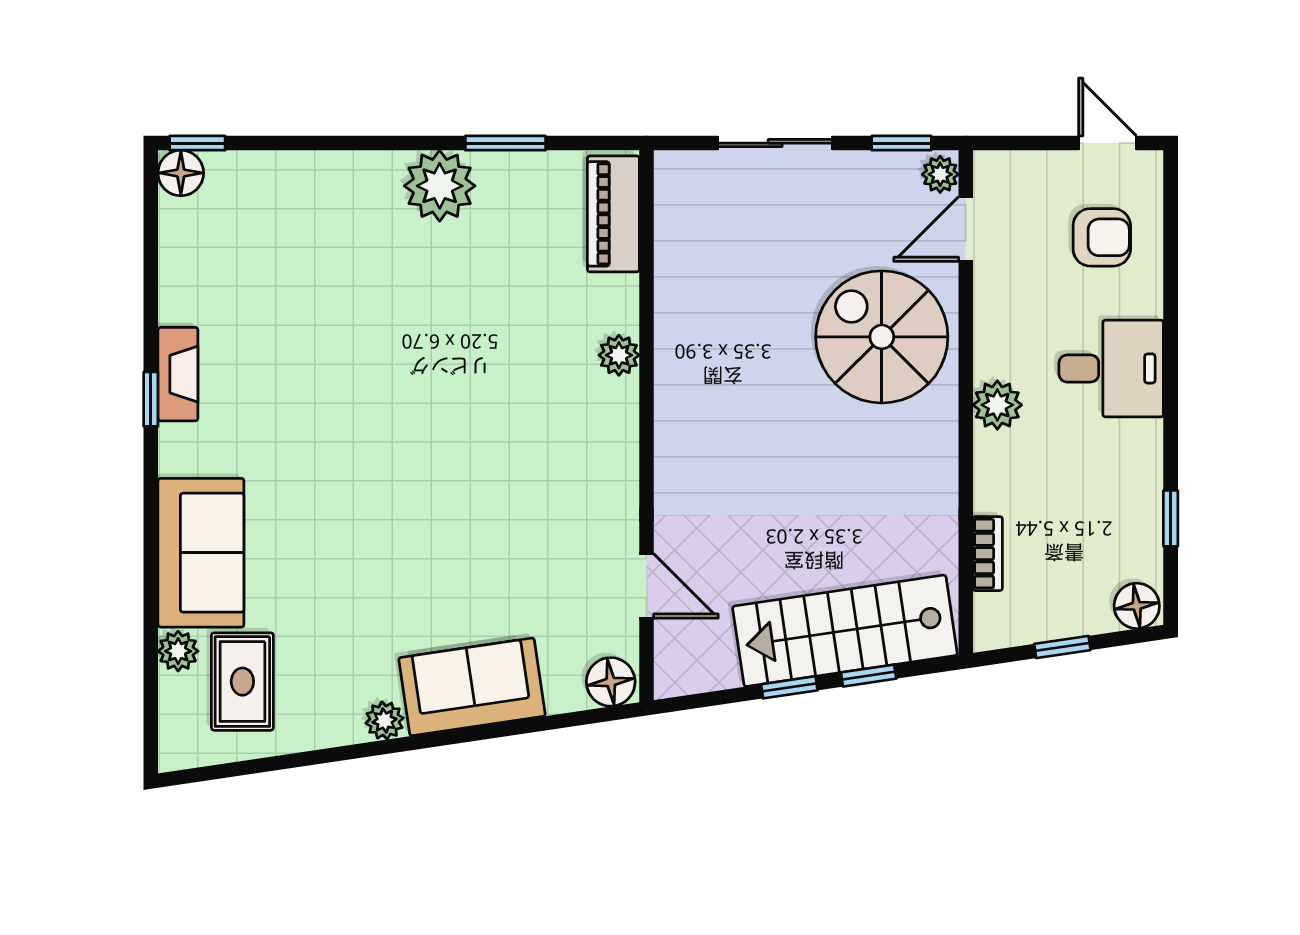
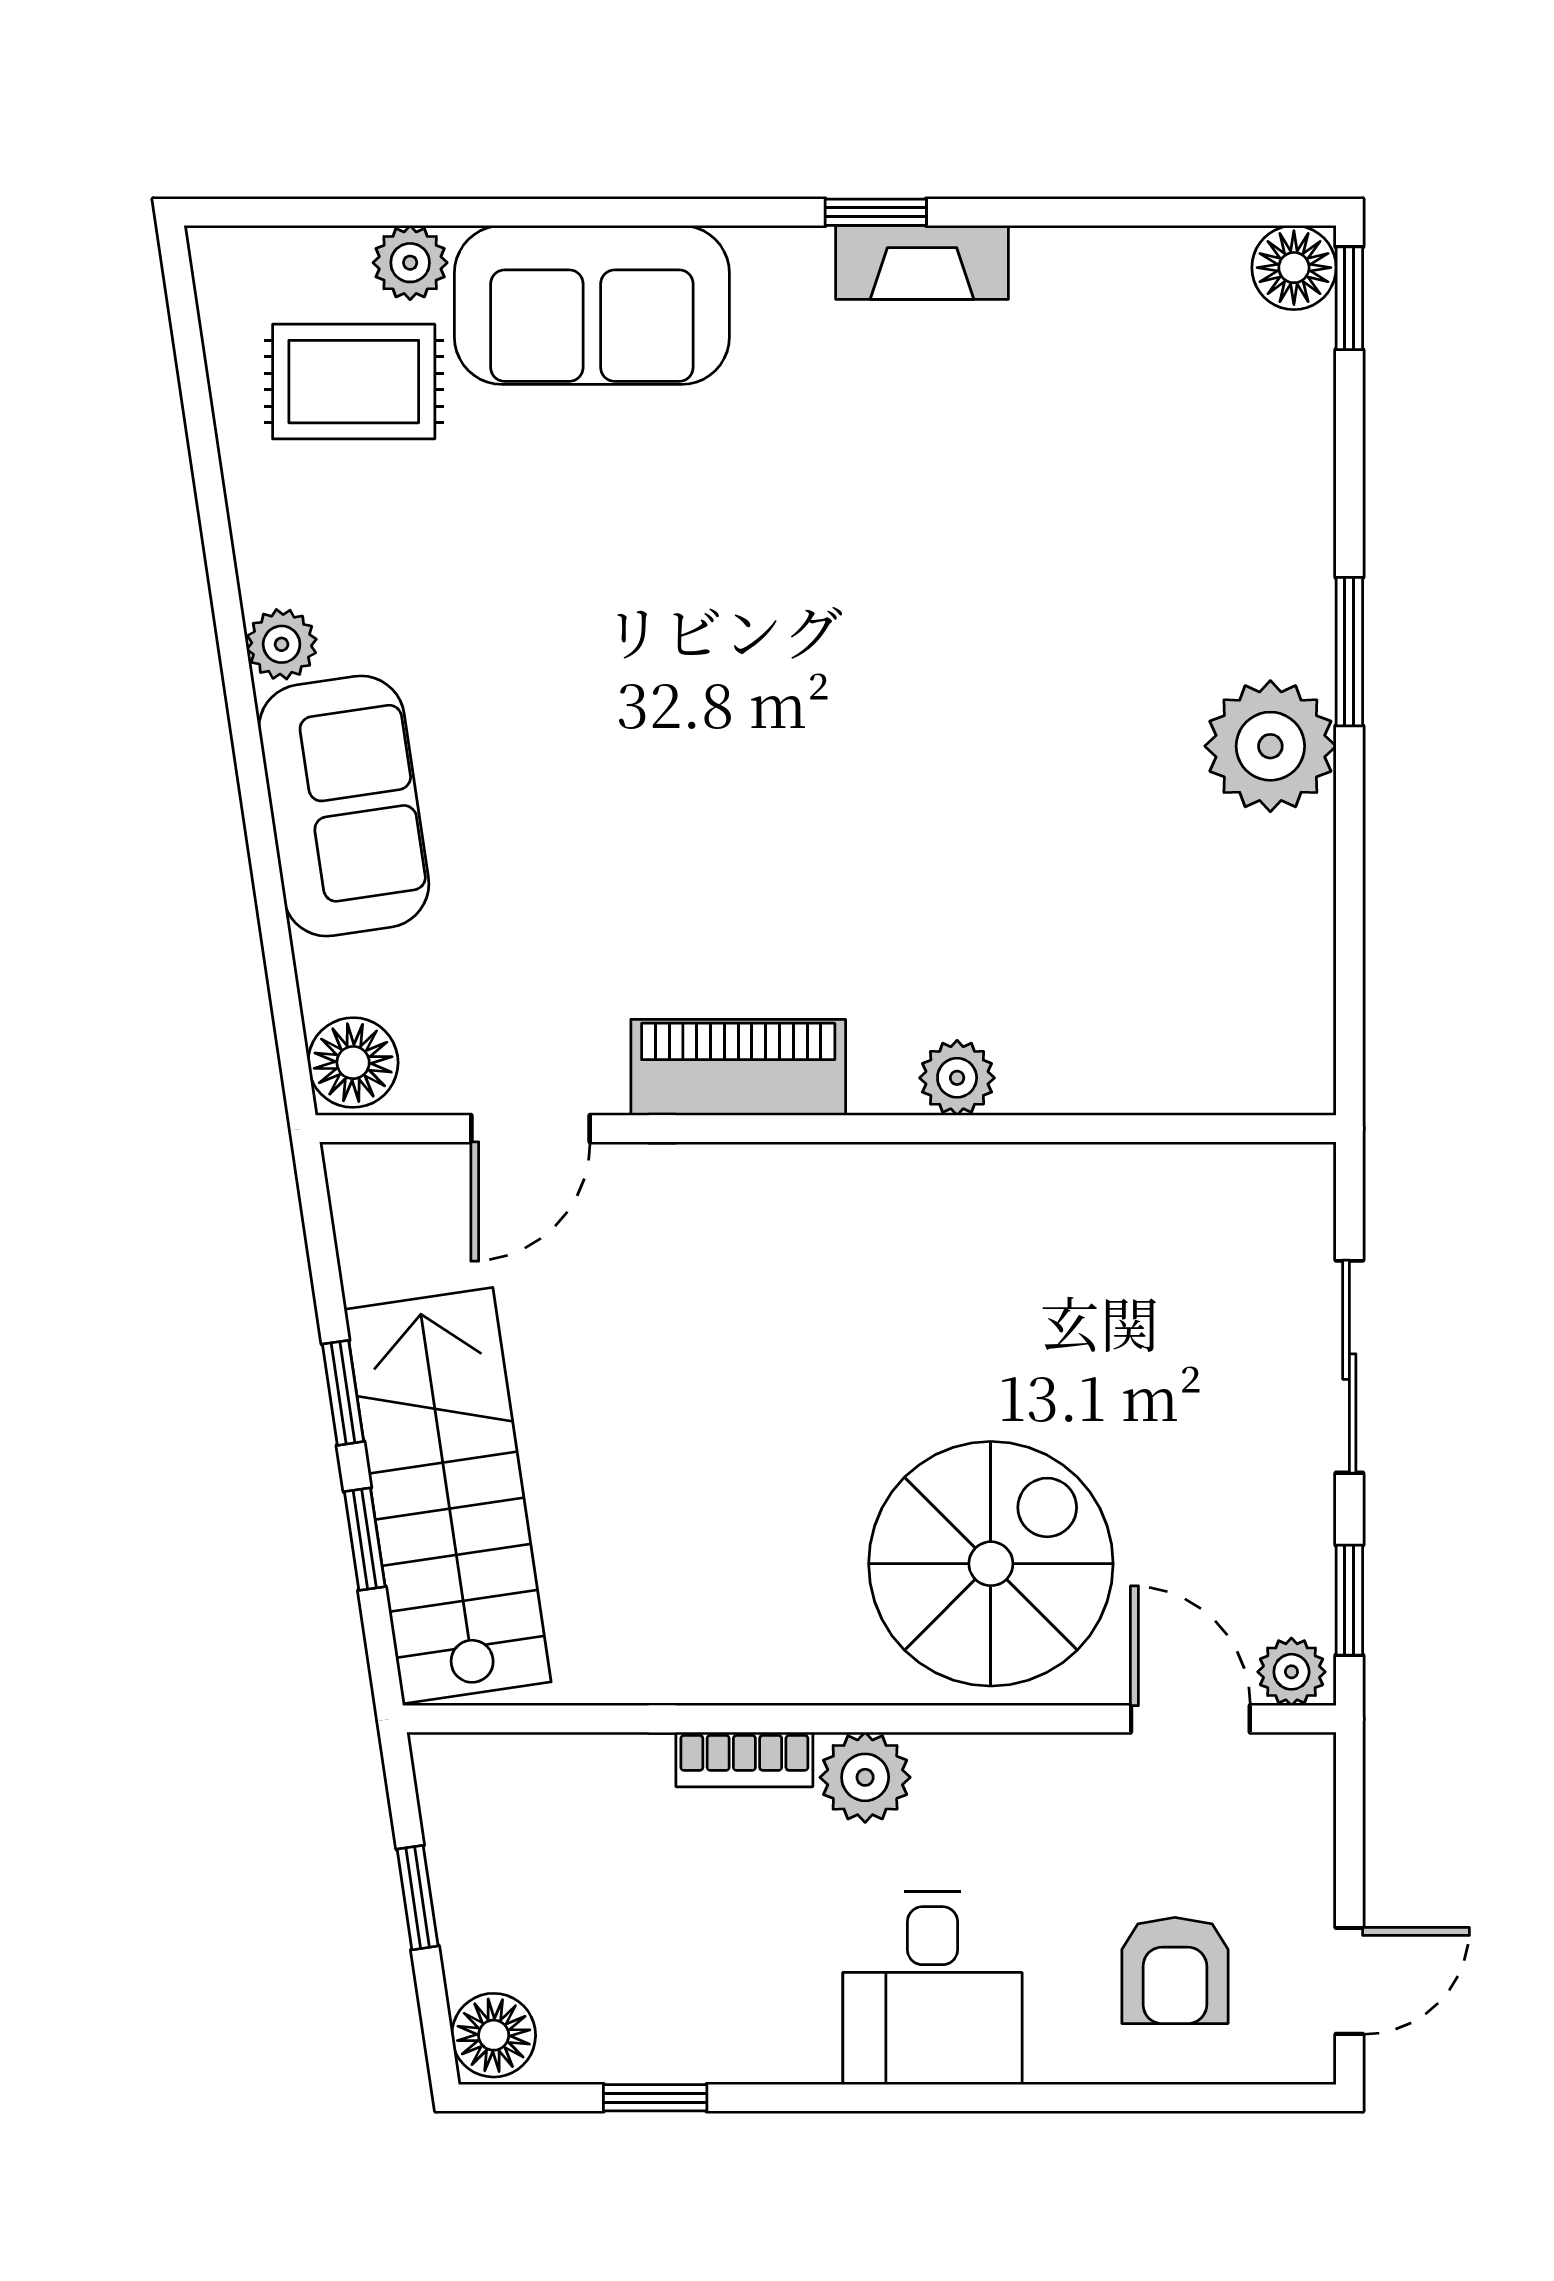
window: (505, 143) -> (1349, 652), moved
piano: (613, 214) -> (738, 1067), moved
bookcase: (988, 554) -> (744, 1759), moved

